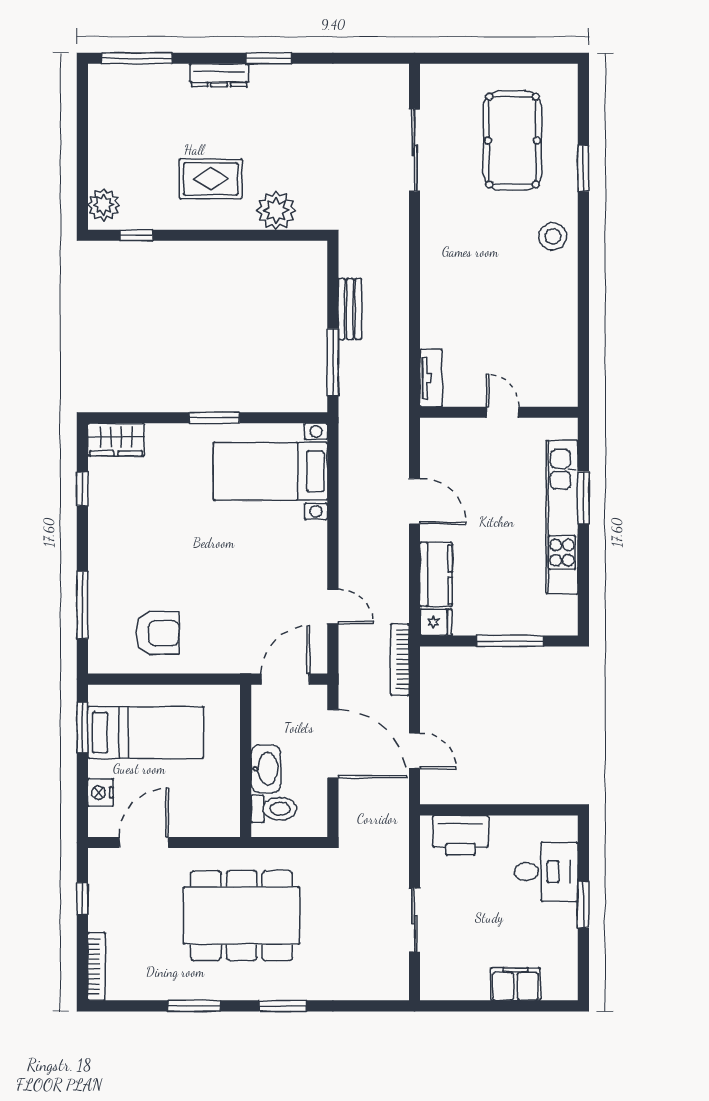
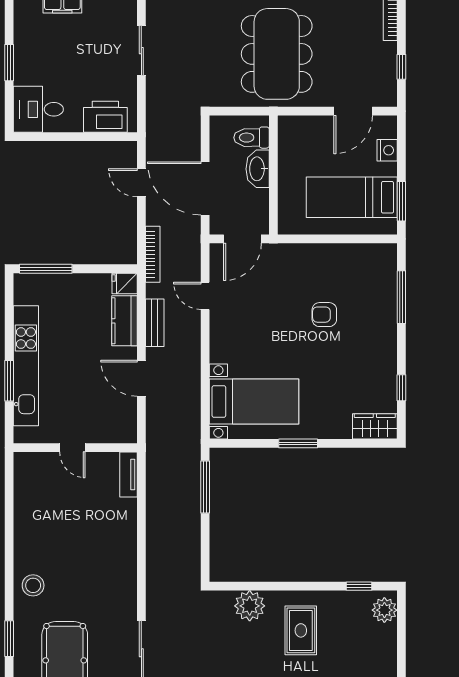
rug: (211, 179) -> (301, 630), turned 90
bench: (350, 309) -> (155, 323), moved
armchair: (158, 633) -> (324, 315), moved, width x0.72, depth x0.72
window: (510, 641) -> (46, 269), moved
desk: (546, 872) -> (38, 109), moved
dining table: (242, 916) -> (277, 54), turned 90

